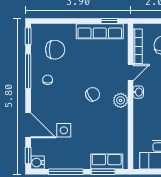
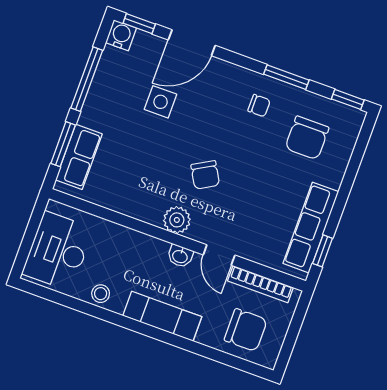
window: (28, 71) -> (286, 77), width x0.69

